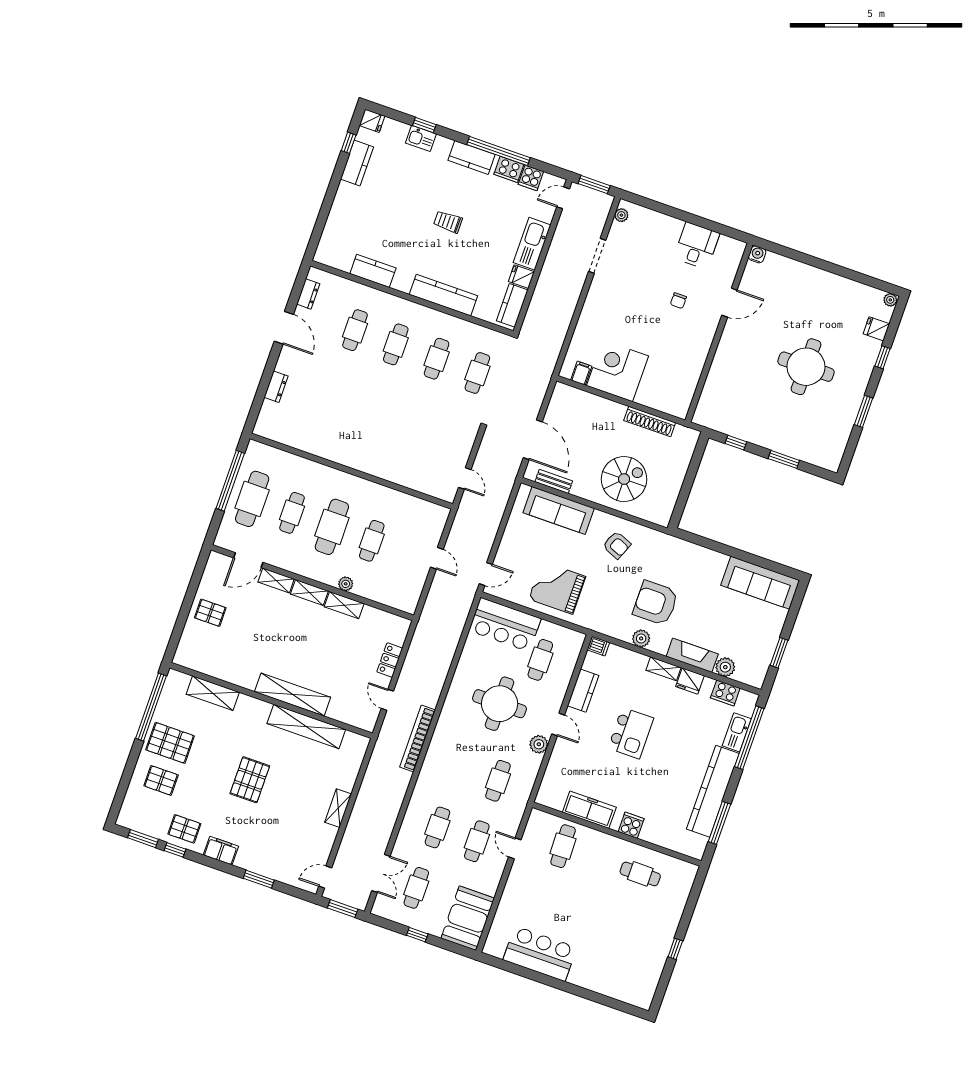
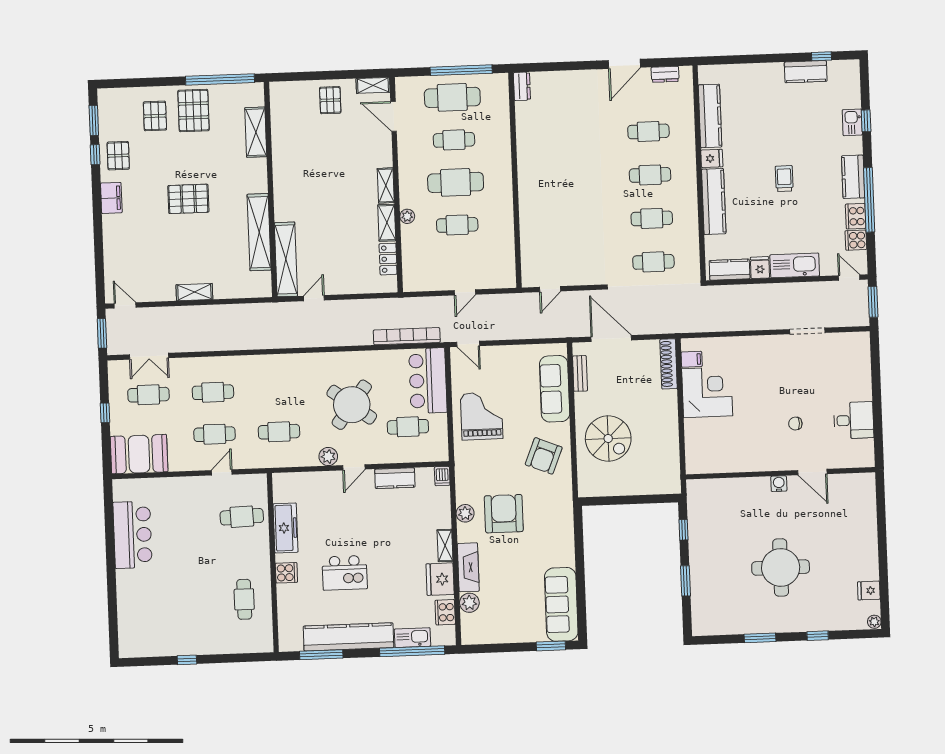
fridge: (372, 121) -> (712, 158), moved, turned -90
plant: (621, 215) -> (854, 339), removed
water cooler: (757, 254) -> (779, 484), moved, turned -90
kitchen counter: (373, 271) -> (710, 116), width x1.50
fridge: (876, 329) -> (869, 591), moved, turned -90
dresser: (276, 387) -> (522, 86), moved, turned -90
shoe rack: (650, 421) -> (669, 364), moved
door: (533, 440) -> (611, 338), swing flipped
armchair: (617, 545) -> (544, 456), width x1.38, depth x1.38
shelving: (276, 580) -> (373, 85), moved, turned 90
window: (779, 653) -> (551, 646), moved
locker: (390, 660) -> (388, 259), moved, turned -90
fridge: (690, 681) -> (440, 579), width x1.36, depth x1.34
shelving: (293, 695) -> (286, 259), moved
round table: (500, 704) -> (352, 405), turned 37
kitchen island: (631, 733) -> (345, 573), moved
bookcase: (418, 738) -> (407, 336), moved
window: (259, 879) -> (99, 244), removed

